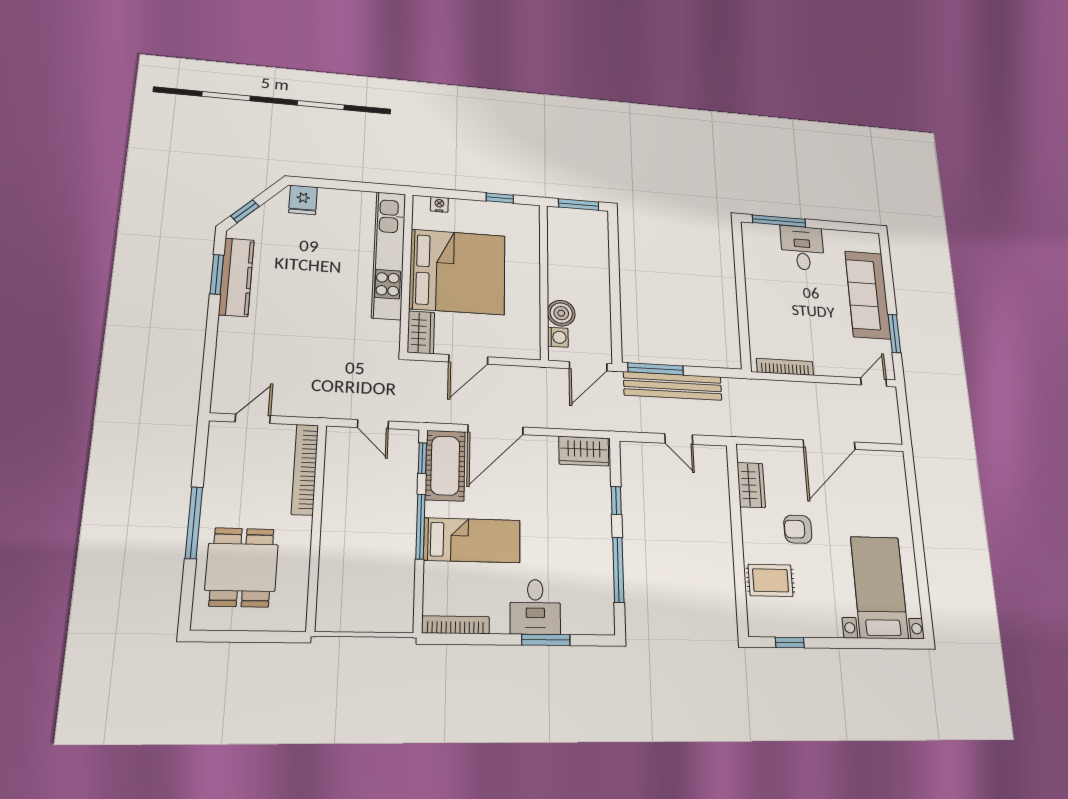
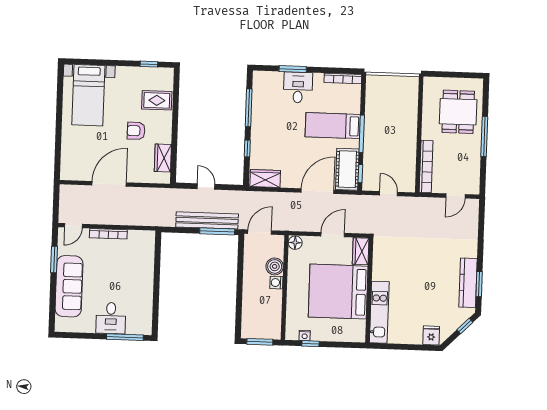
nightstand: (439, 204) -> (305, 335), moved
kitchen unit: (389, 255) -> (379, 312), width x0.73
washing machine: (558, 337) -> (276, 283), moved
floor lamp: (530, 348) -> (295, 243), added
bookcase: (785, 367) -> (108, 234), moved
armchair: (798, 529) -> (136, 131), turned 180

